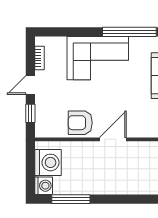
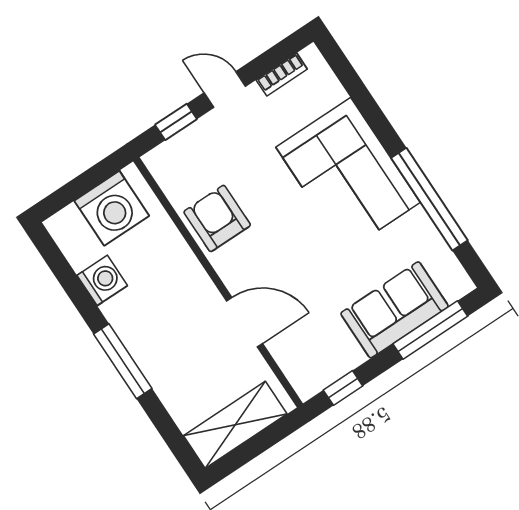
door: (113, 139) -> (245, 322), moved
washing machine: (44, 186) -> (102, 280), moved, turned -90
window: (71, 199) -> (123, 361), moved

